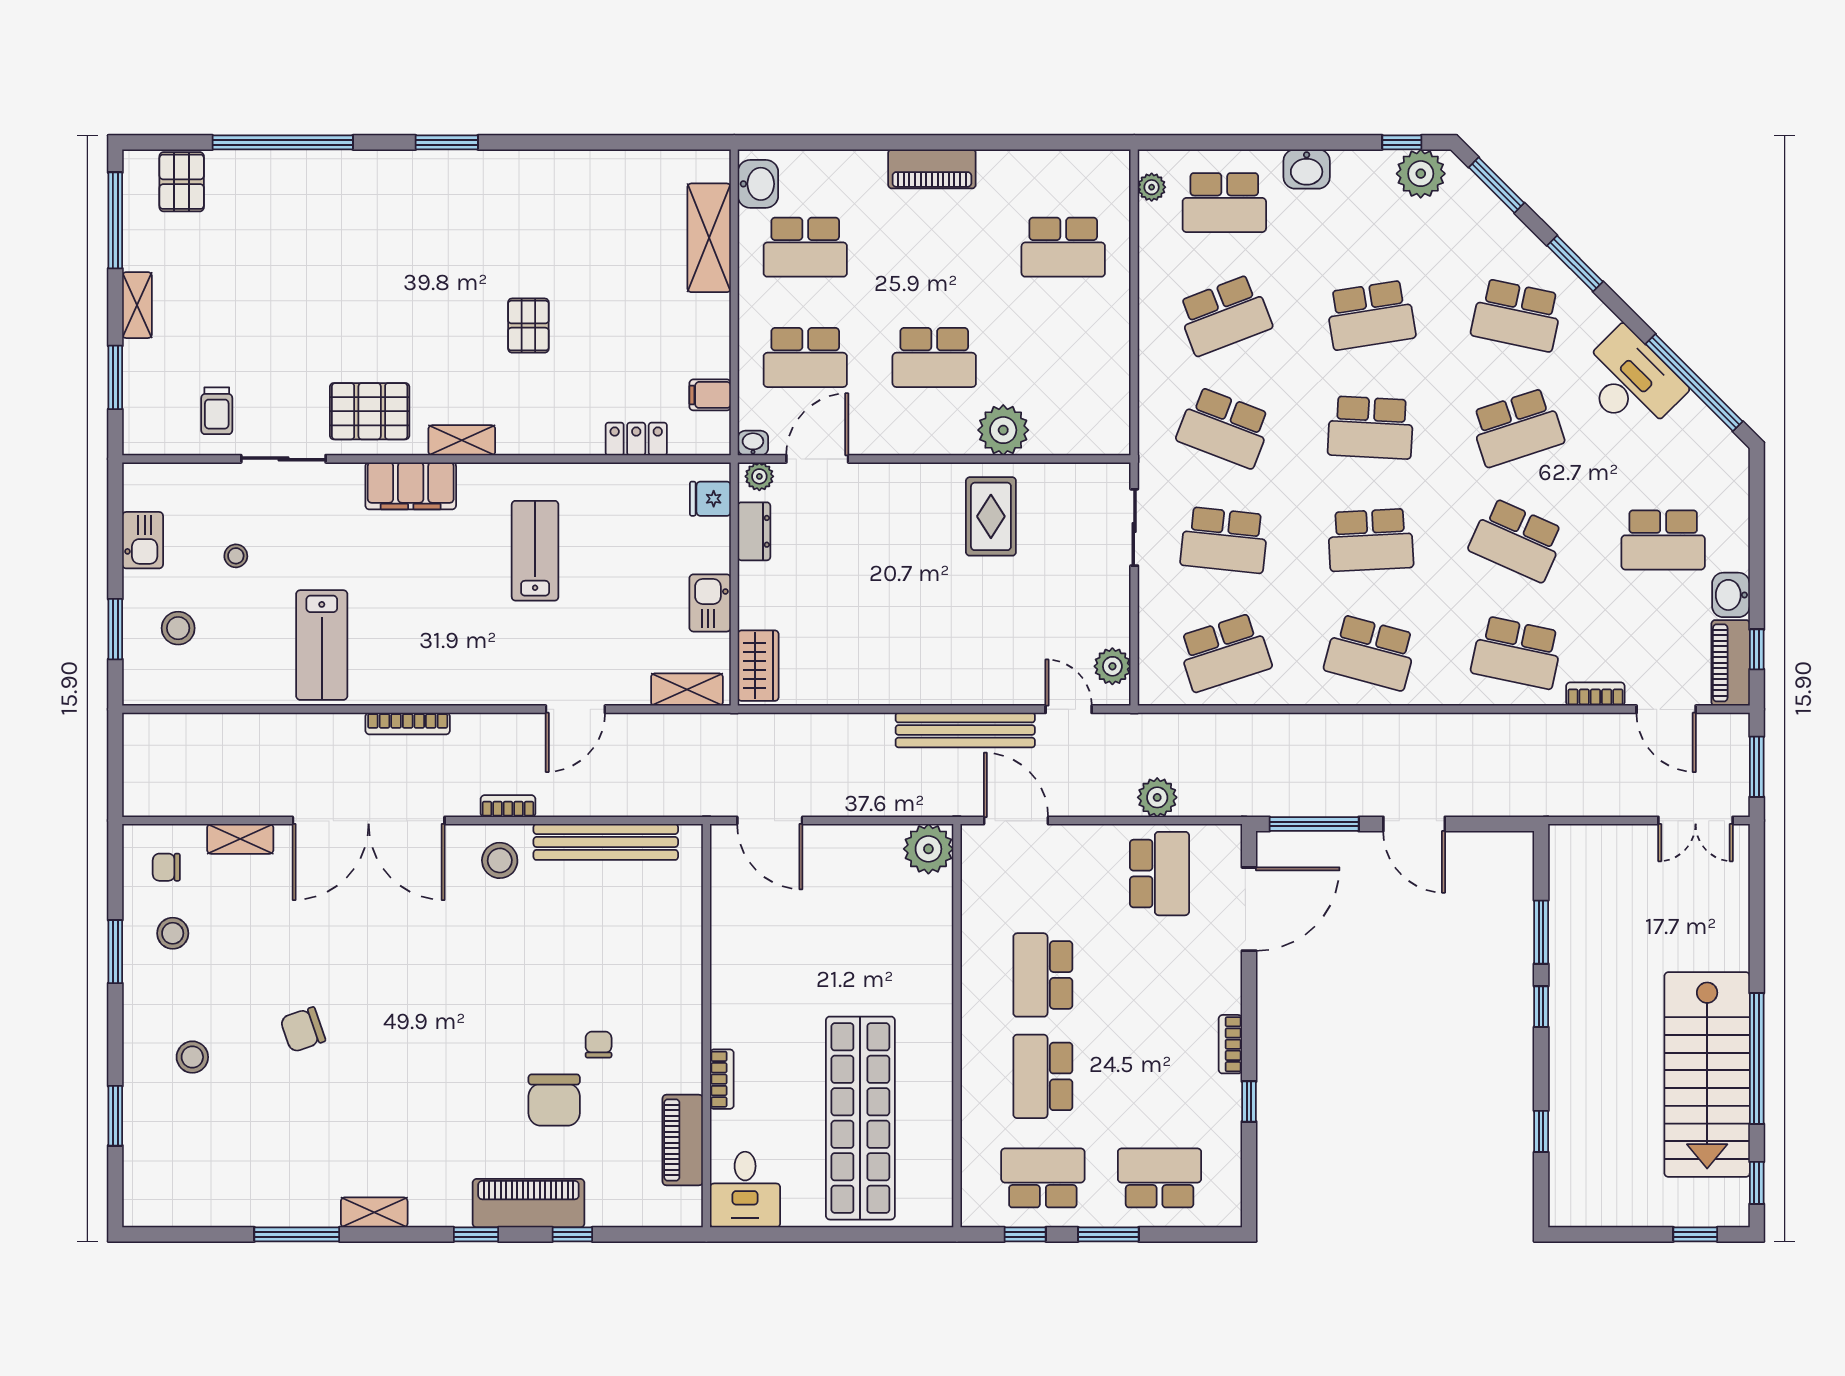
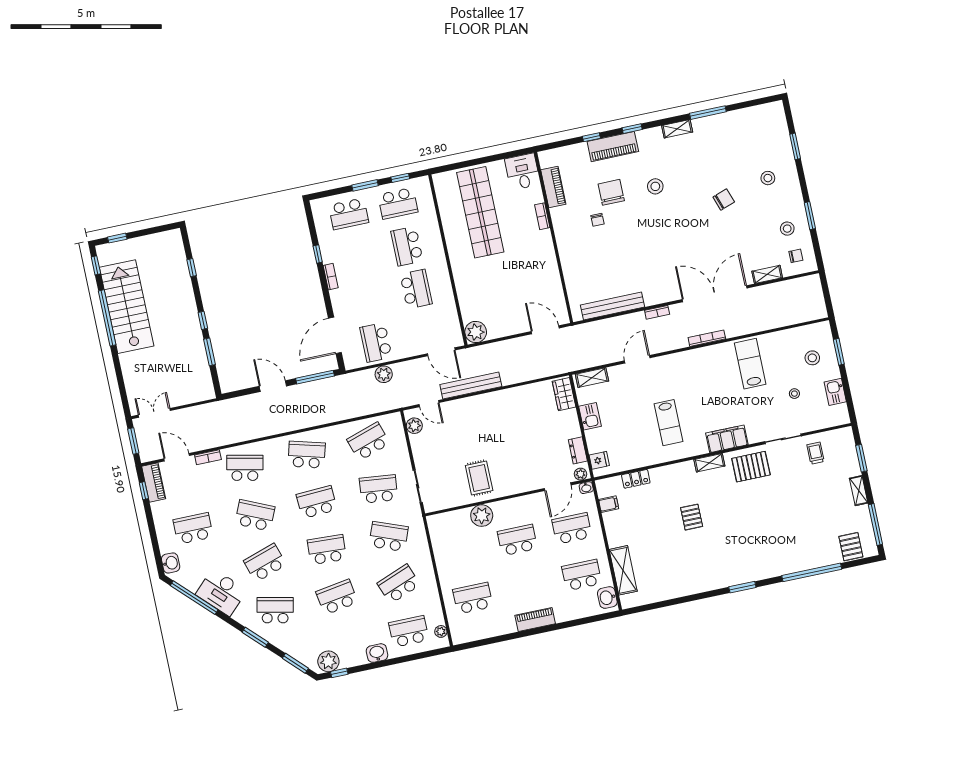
washbasin: (1731, 595) -> (171, 563), moved
stool: (500, 860) -> (655, 186), moved
school desk: (1043, 1076) -> (407, 246), turned 180

